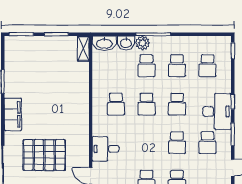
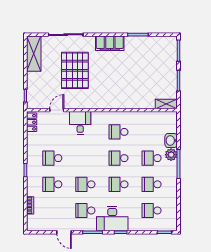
washbasin: (104, 43) -> (171, 122), removed

